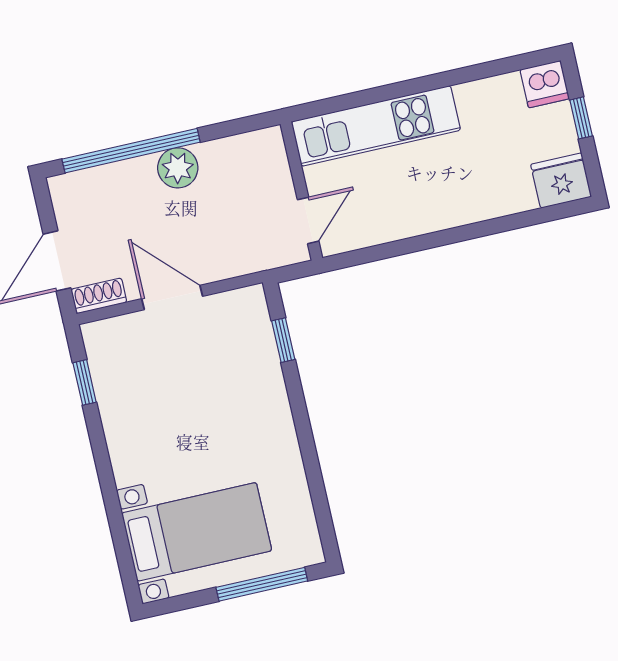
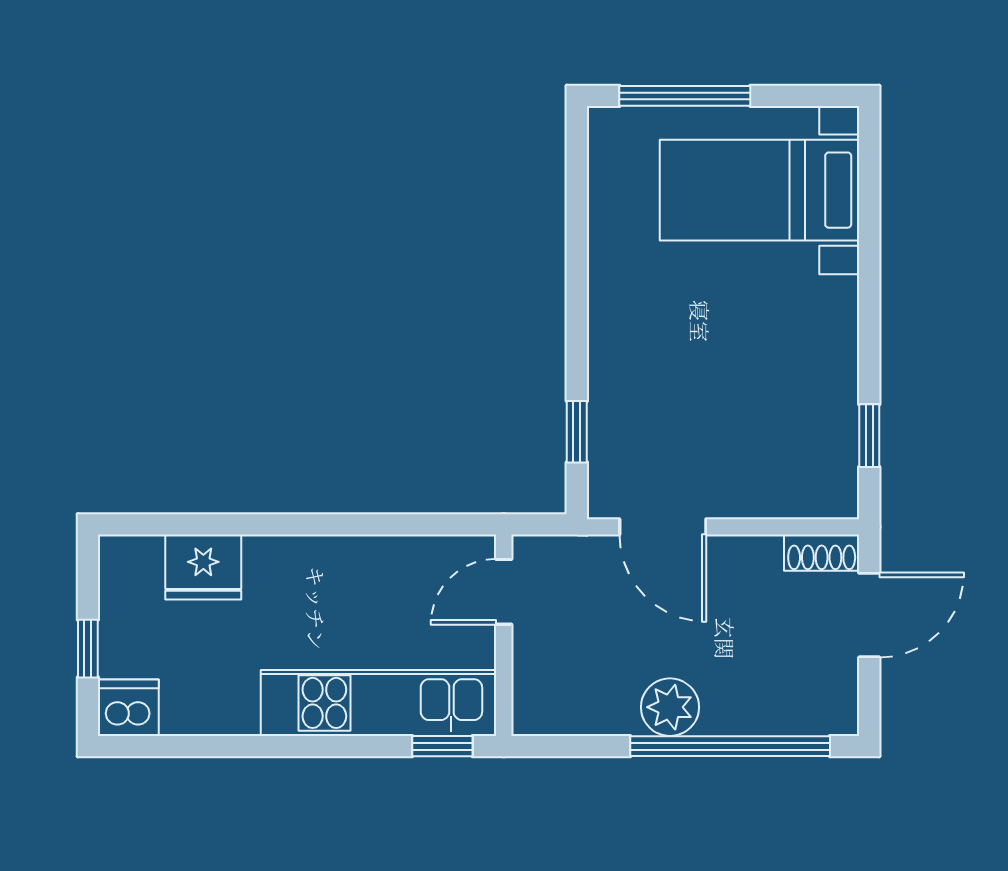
window: (326, 106) -> (442, 746), added
fridge: (561, 181) -> (203, 567), moved
door: (172, 298) -> (663, 527), moved

